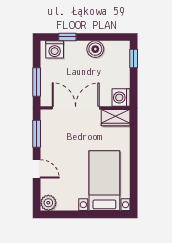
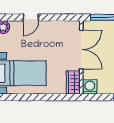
window: (37, 134) -> (60, 17), removed

